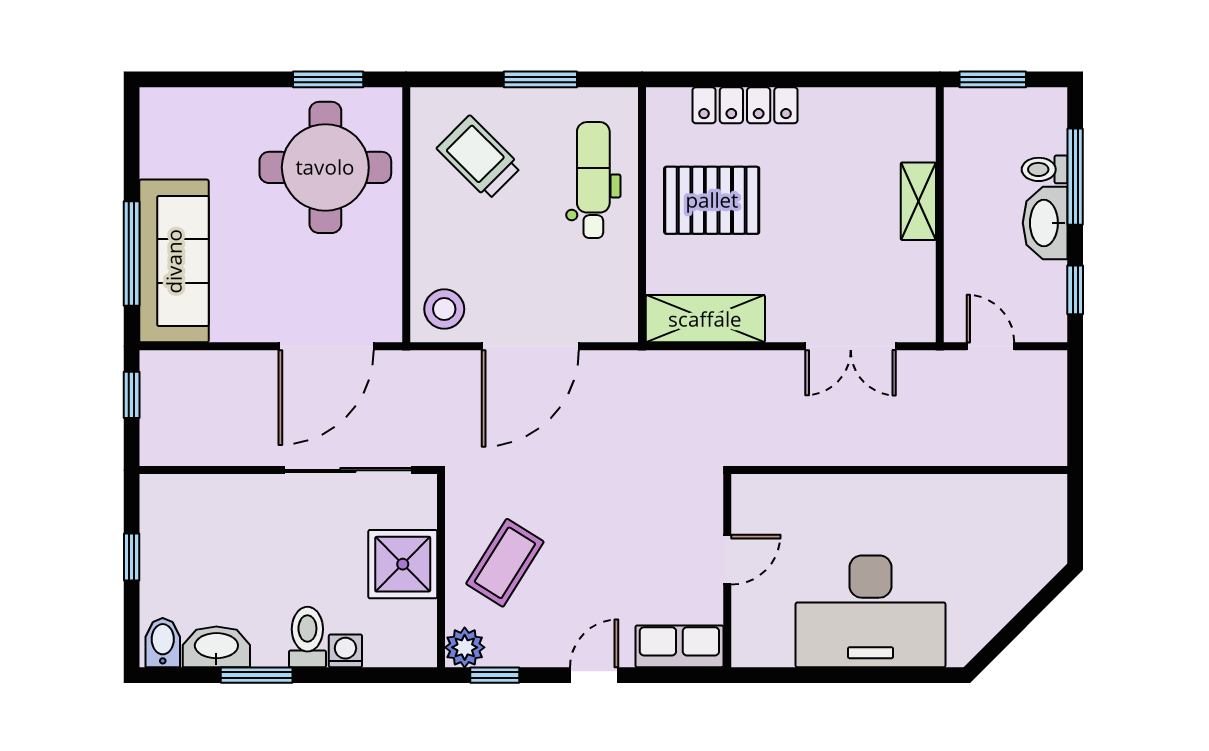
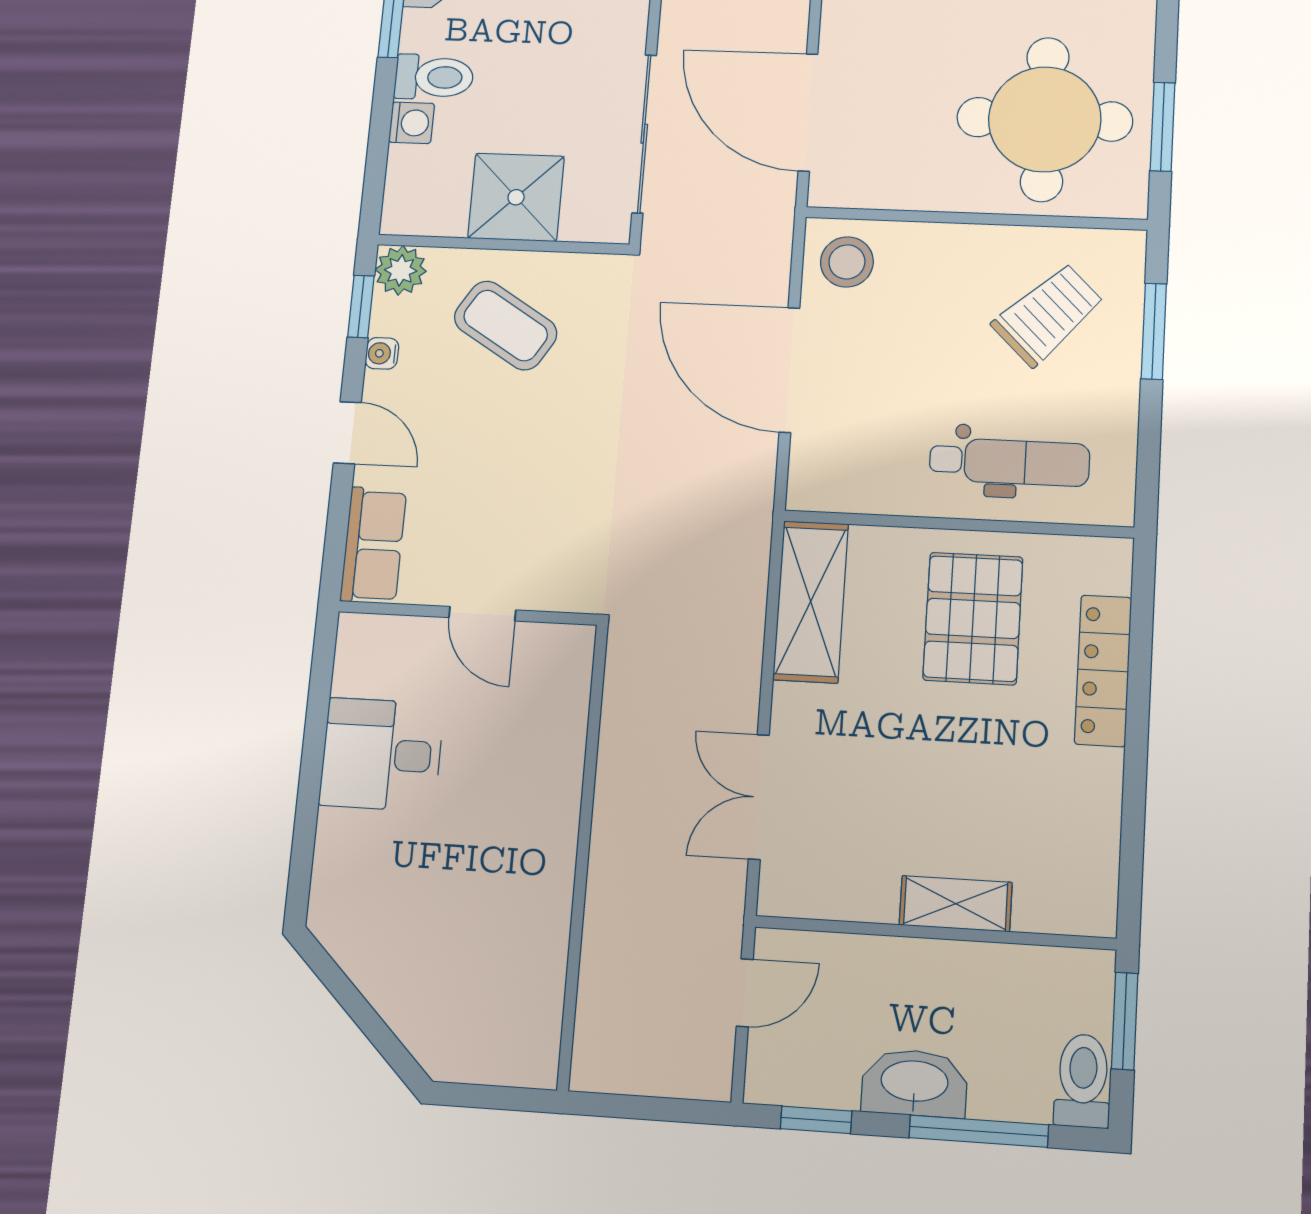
window: (540, 79) -> (1154, 331), moved
toilet: (1045, 169) -> (1083, 1081), moved, width x1.37, depth x1.39
desk: (871, 611) -> (381, 754), width x0.53, depth x0.77
water cooler: (531, 655) -> (382, 353), added

